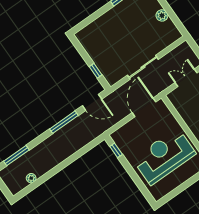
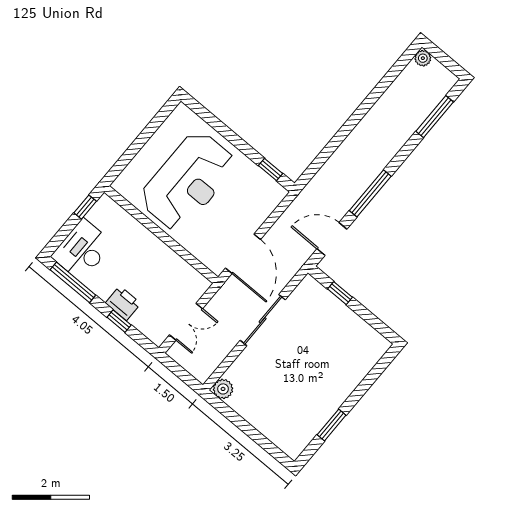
plant: (162, 15) -> (223, 389), moved
plant: (31, 178) -> (423, 58), moved

